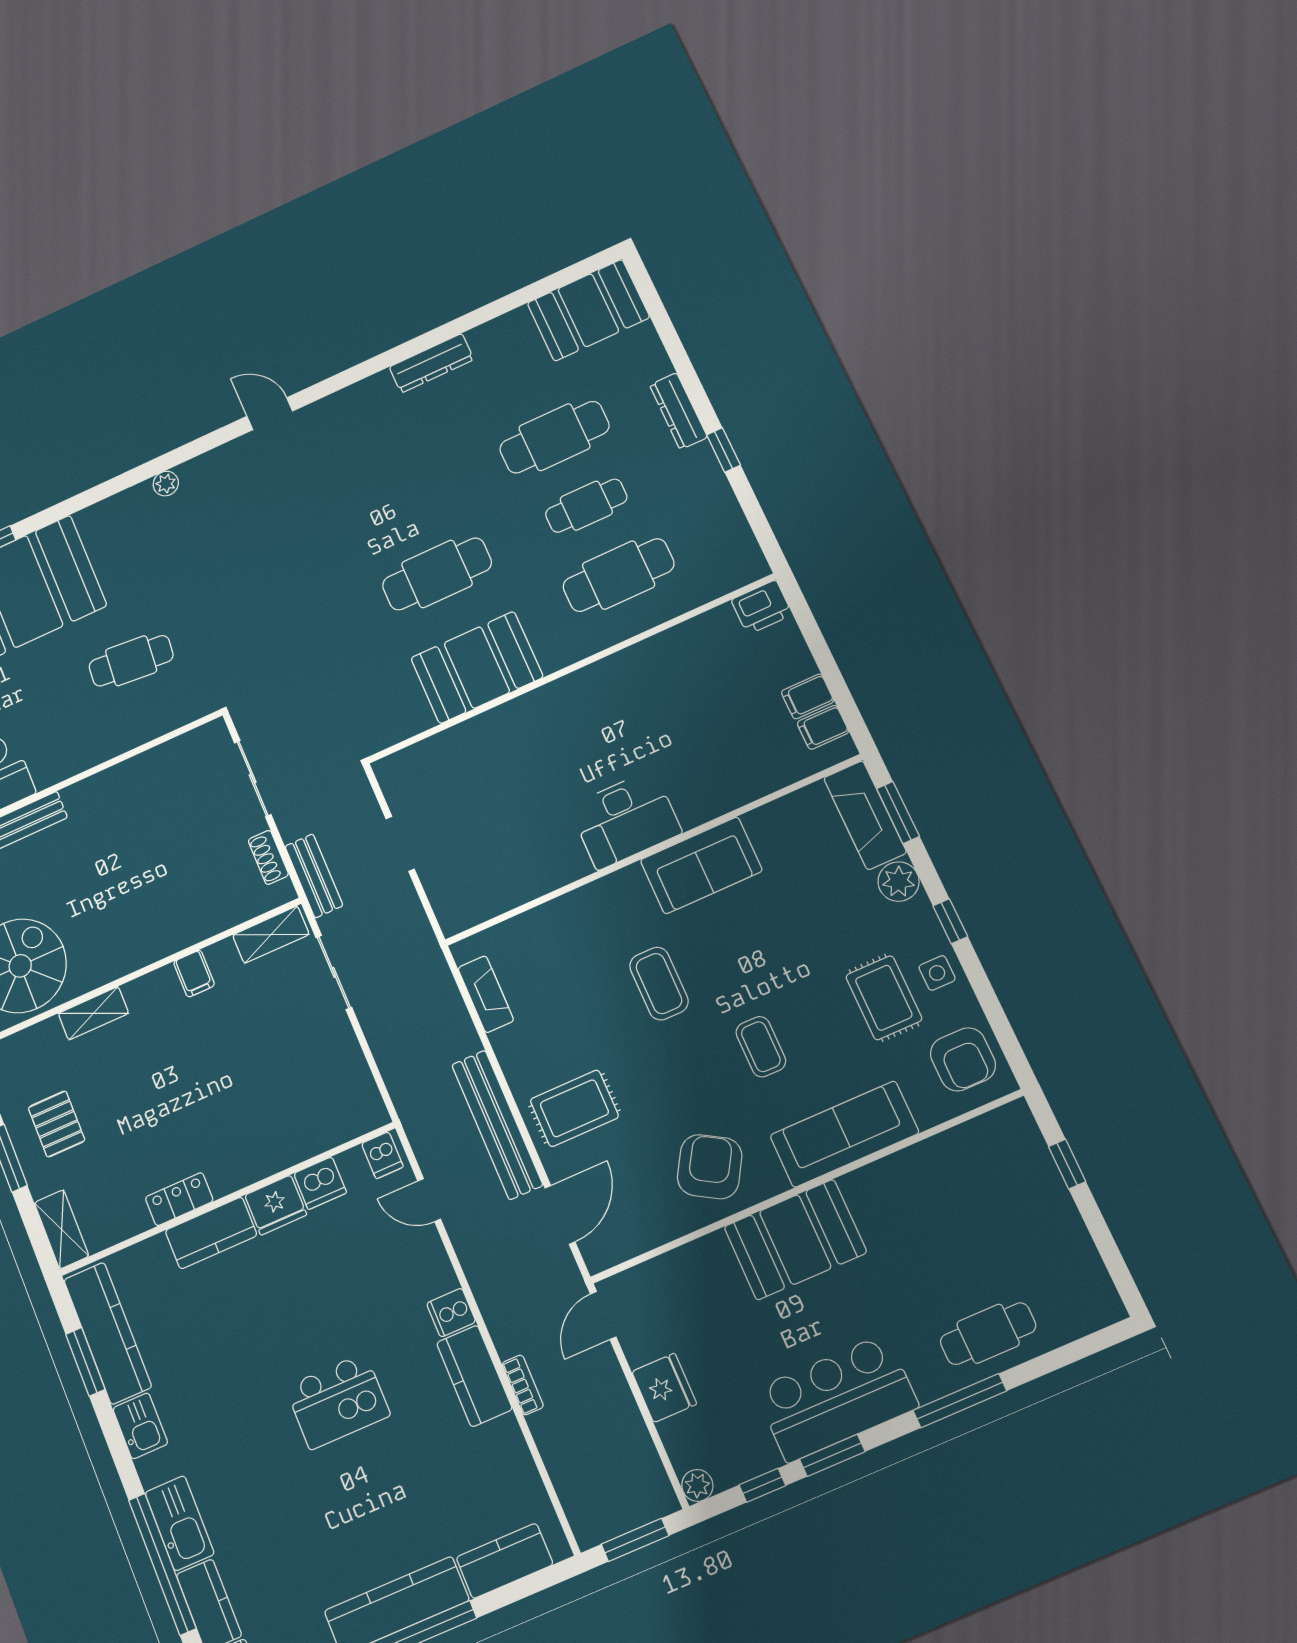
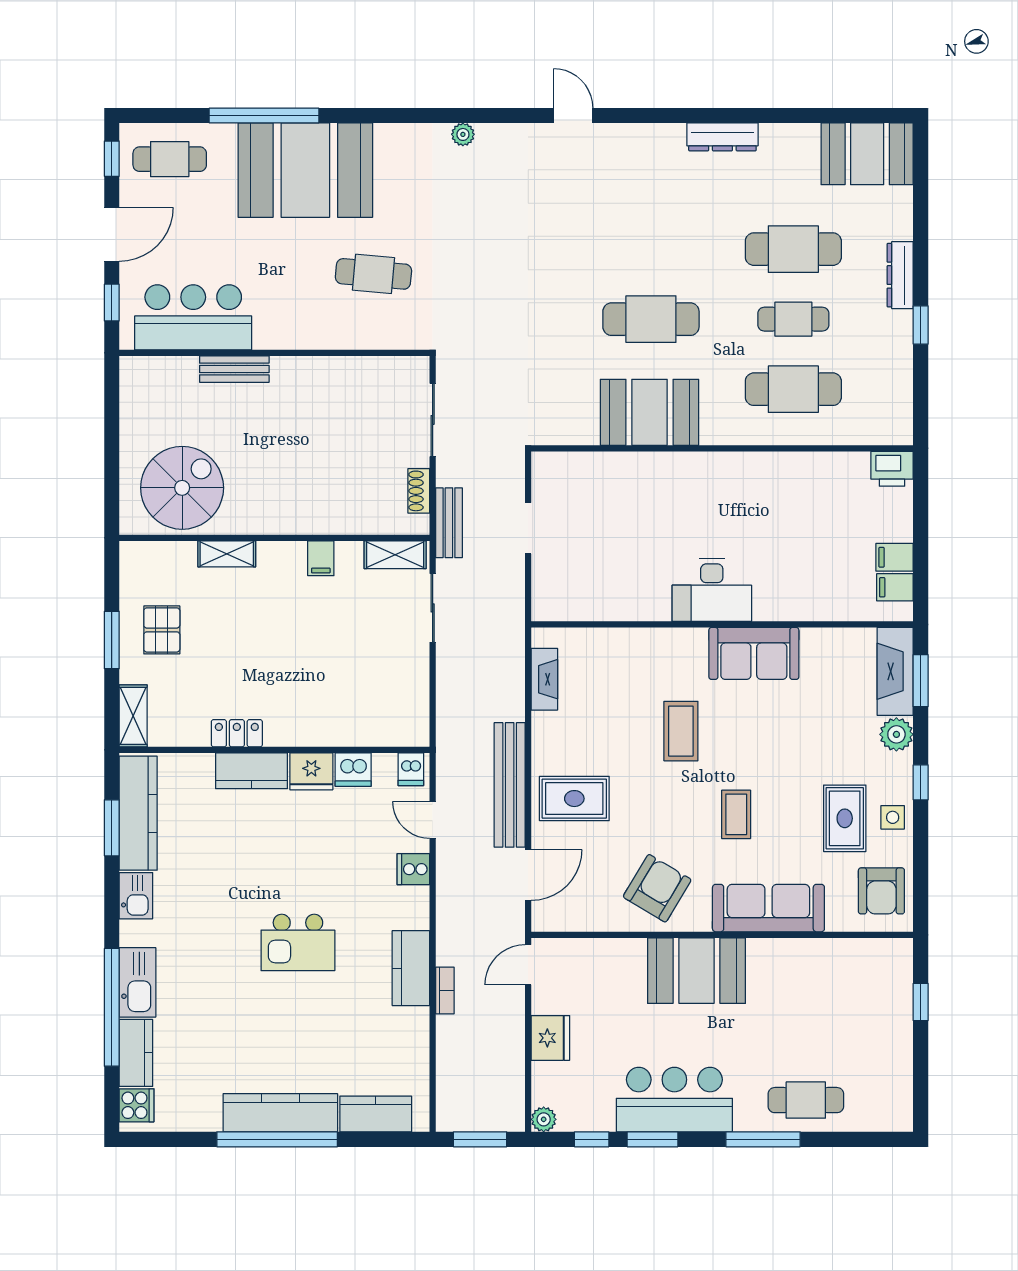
cooker: (451, 1313) -> (413, 869), moved

